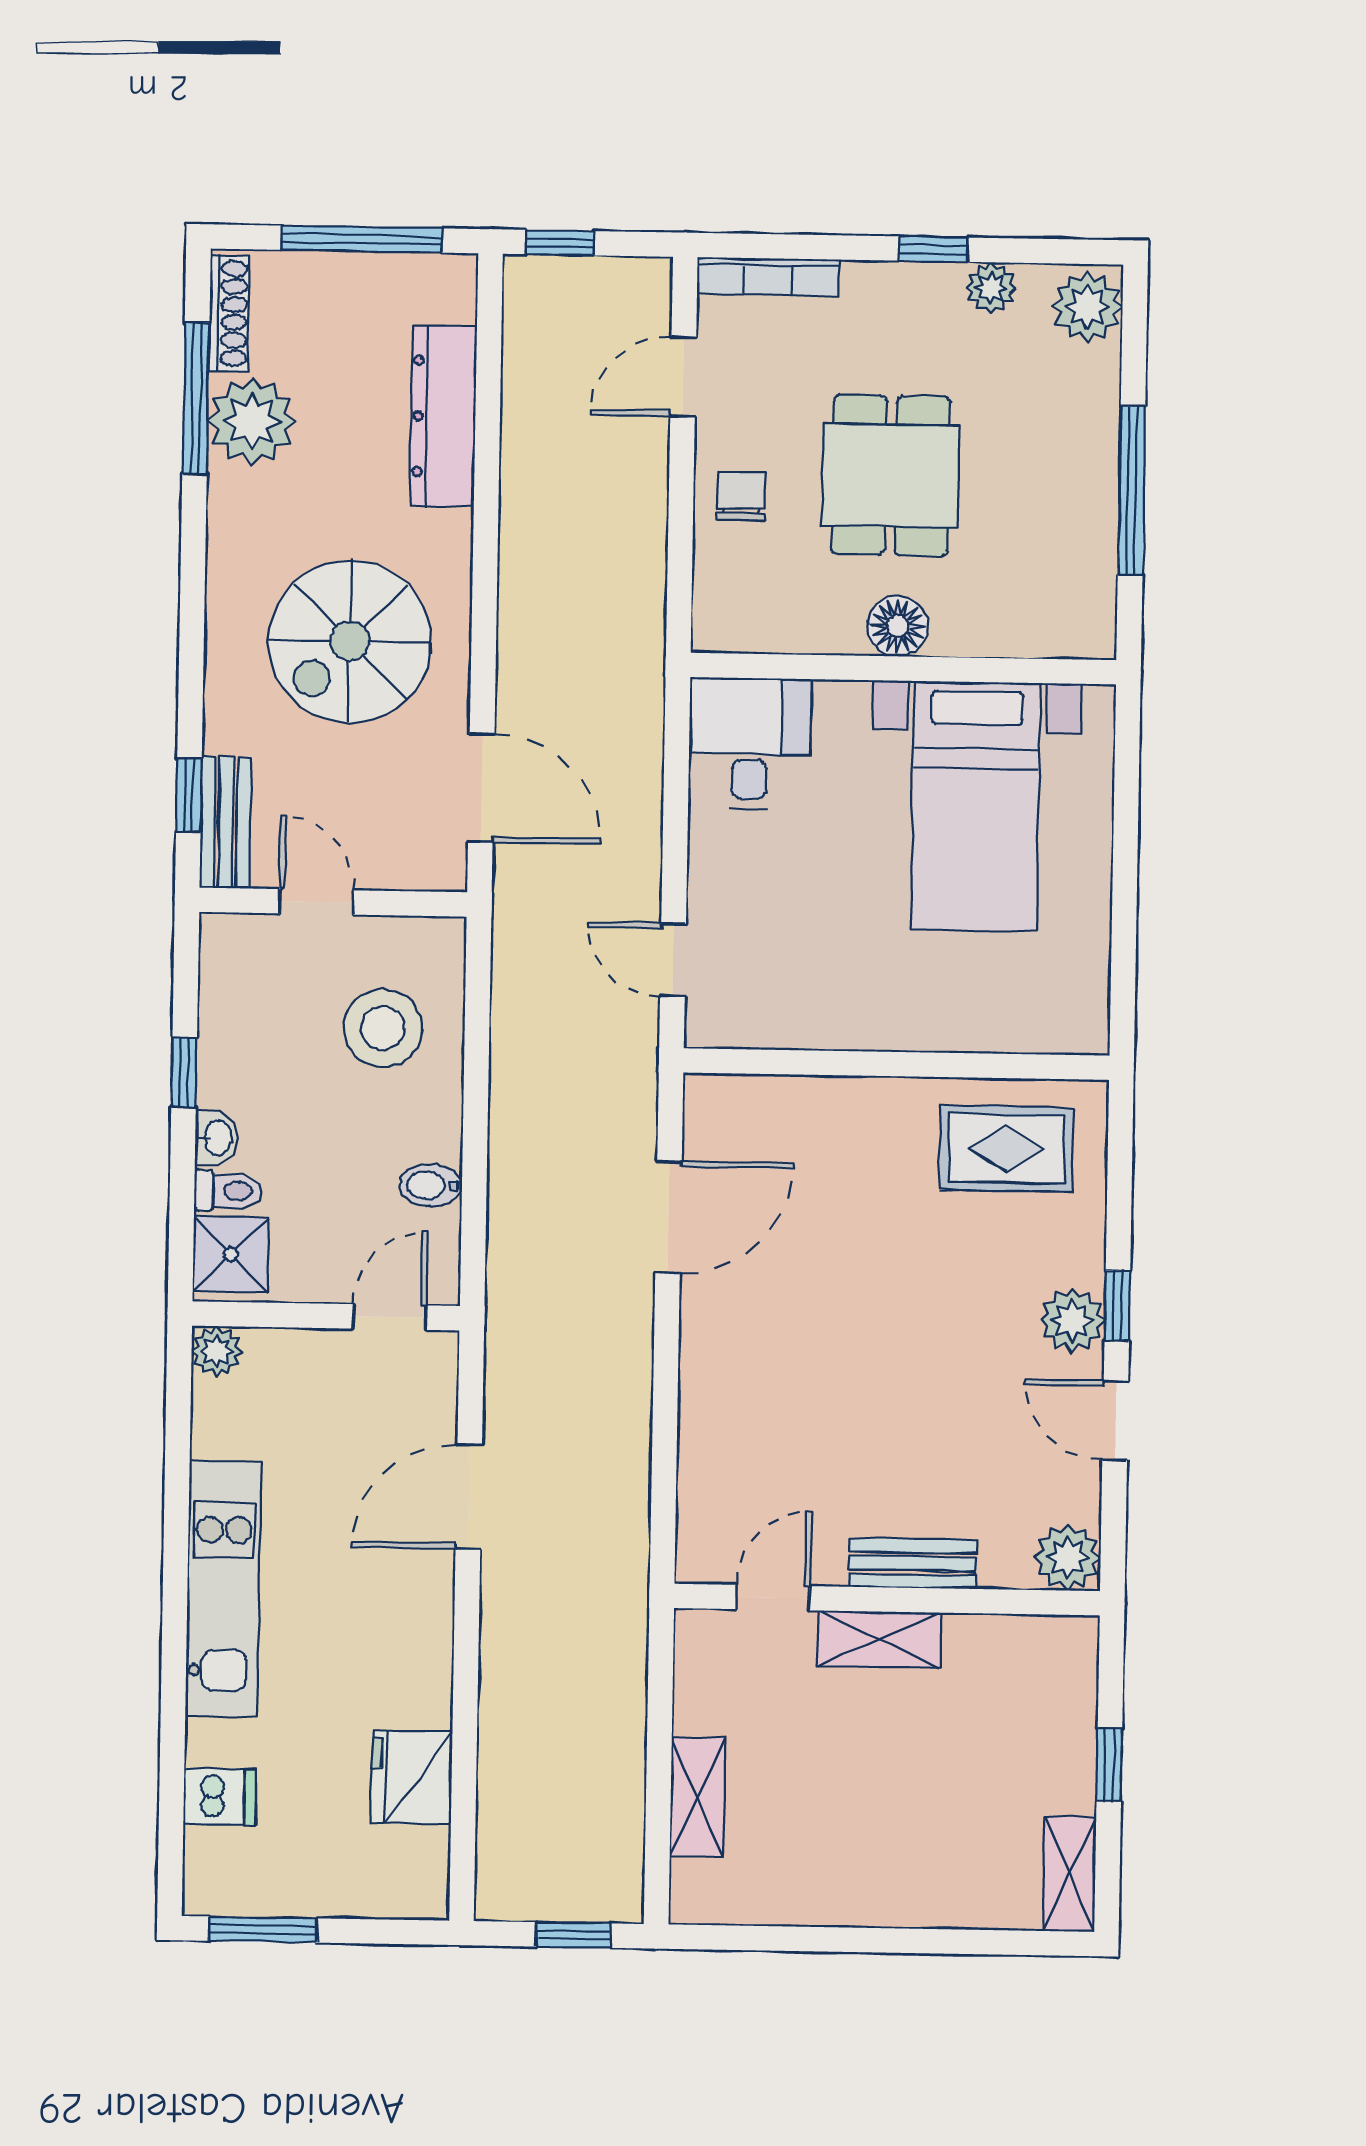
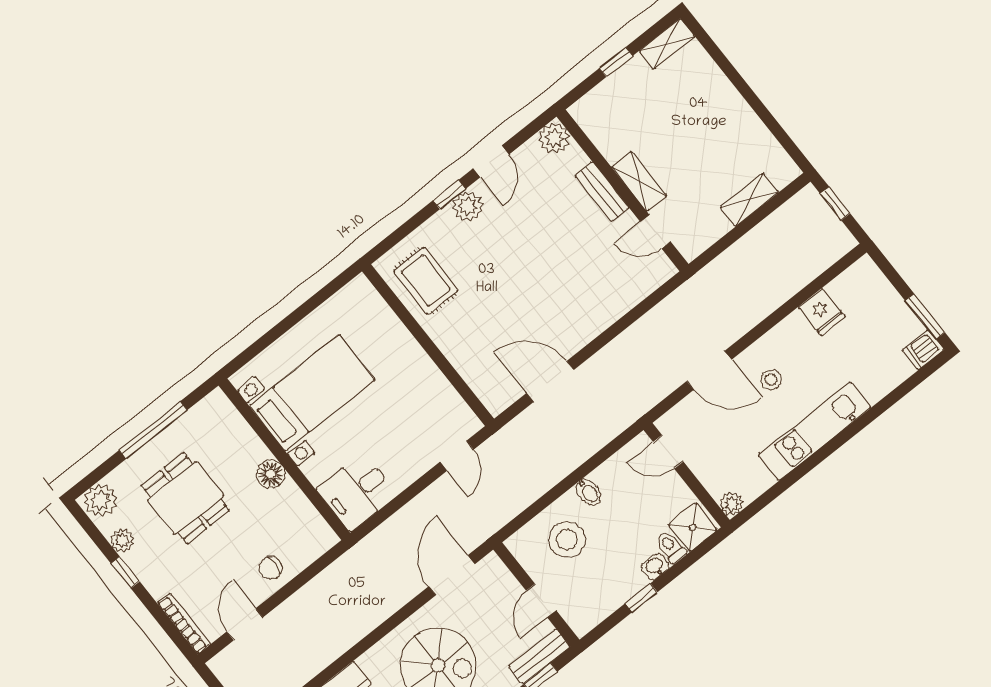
door: (683, 377) -> (245, 624), swing flipped
dining table: (891, 475) -> (185, 498), moved, turned 90
bidet: (431, 1185) -> (589, 492), moved
stool: (368, 1587) -> (771, 380), added
fridge: (412, 1777) -> (822, 312), width x0.72
dishwasher: (220, 1797) -> (923, 350), moved, turned -90

